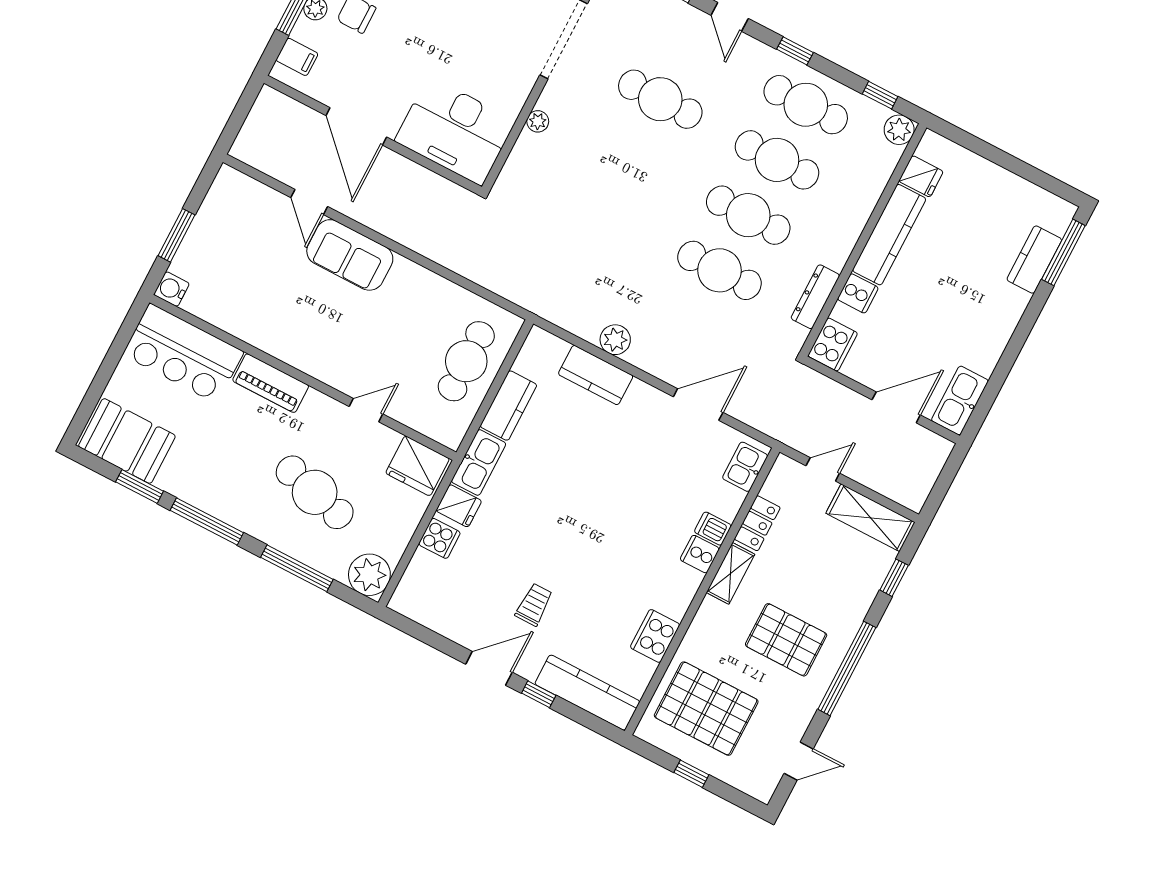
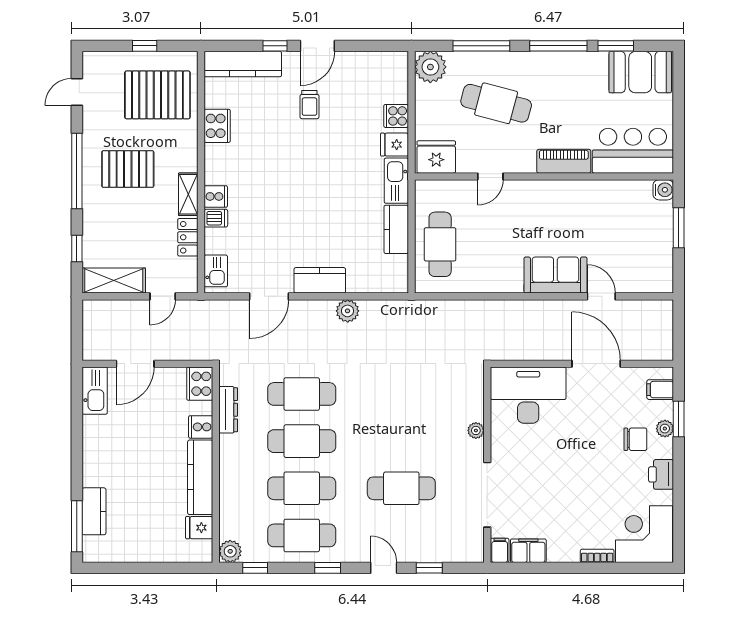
kitchen counter: (596, 375) -> (320, 280), moved

